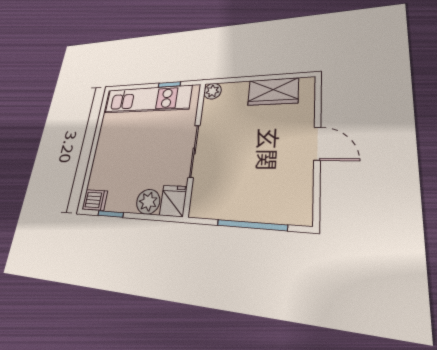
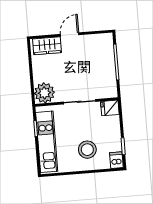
plant: (212, 91) -> (44, 93), width x1.88, depth x1.88
wardrobe: (273, 92) -> (47, 46), moved, turned 90
stool: (121, 157) -> (87, 150), added
plant: (148, 202) -> (112, 124), removed

